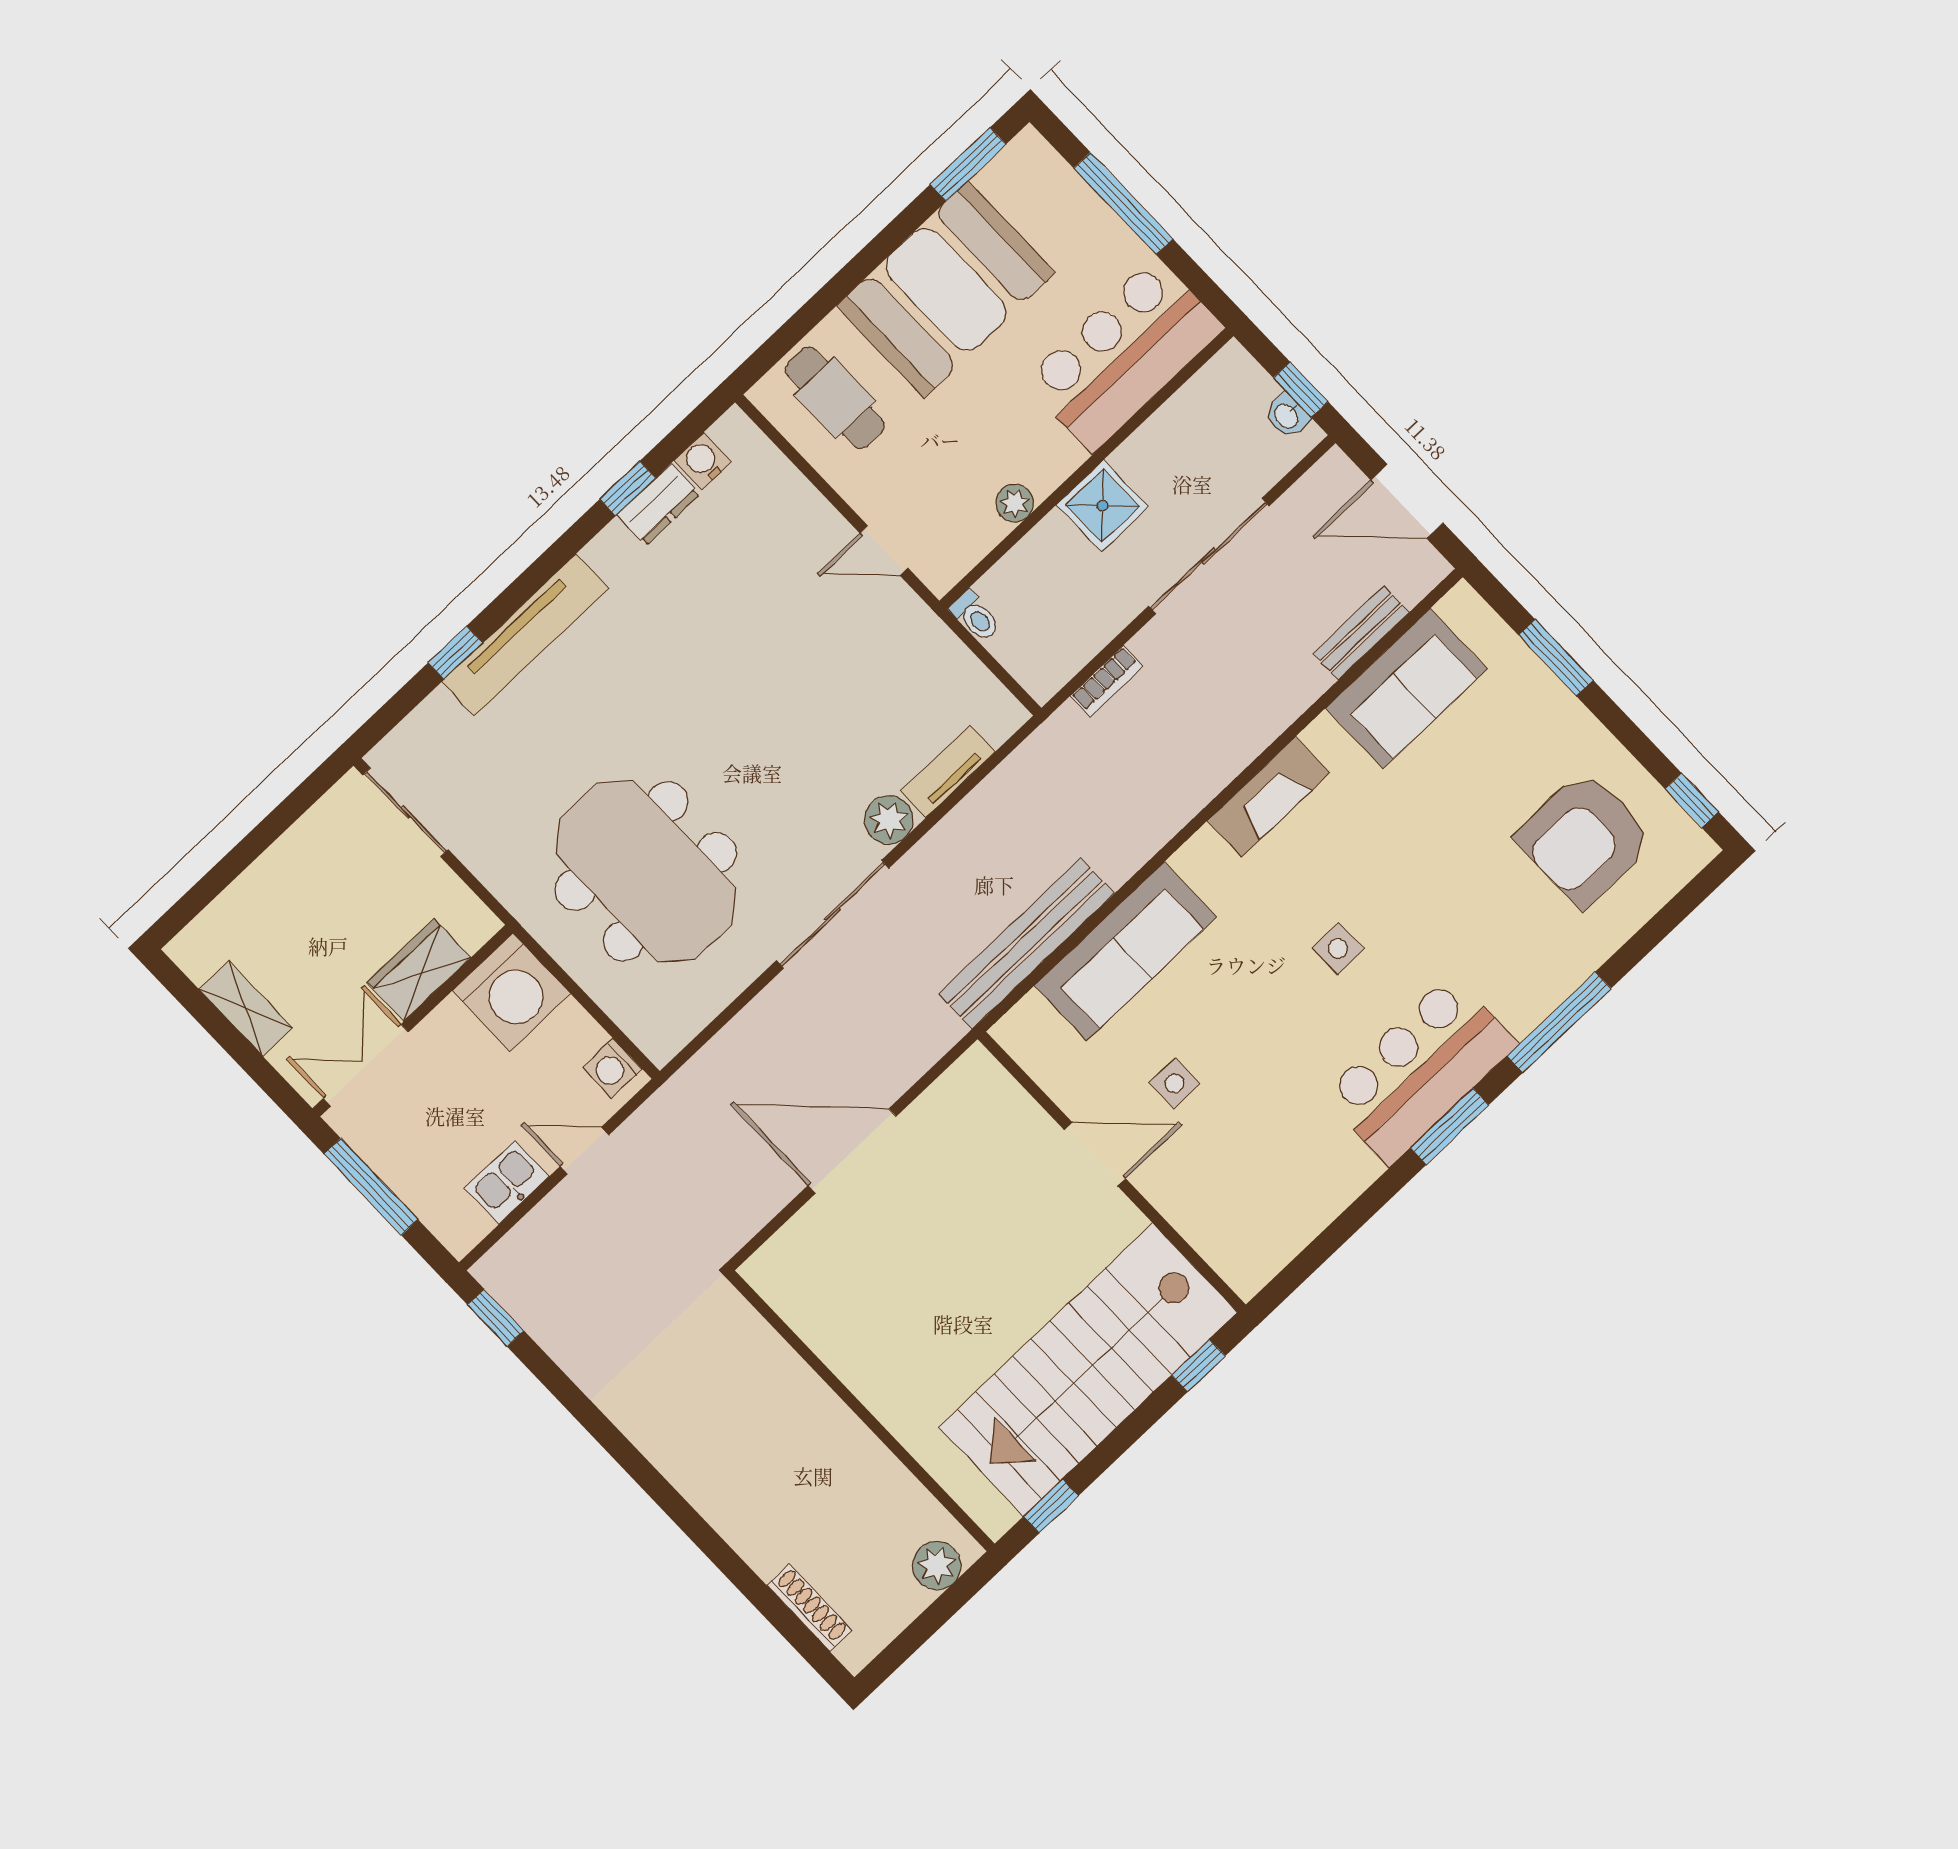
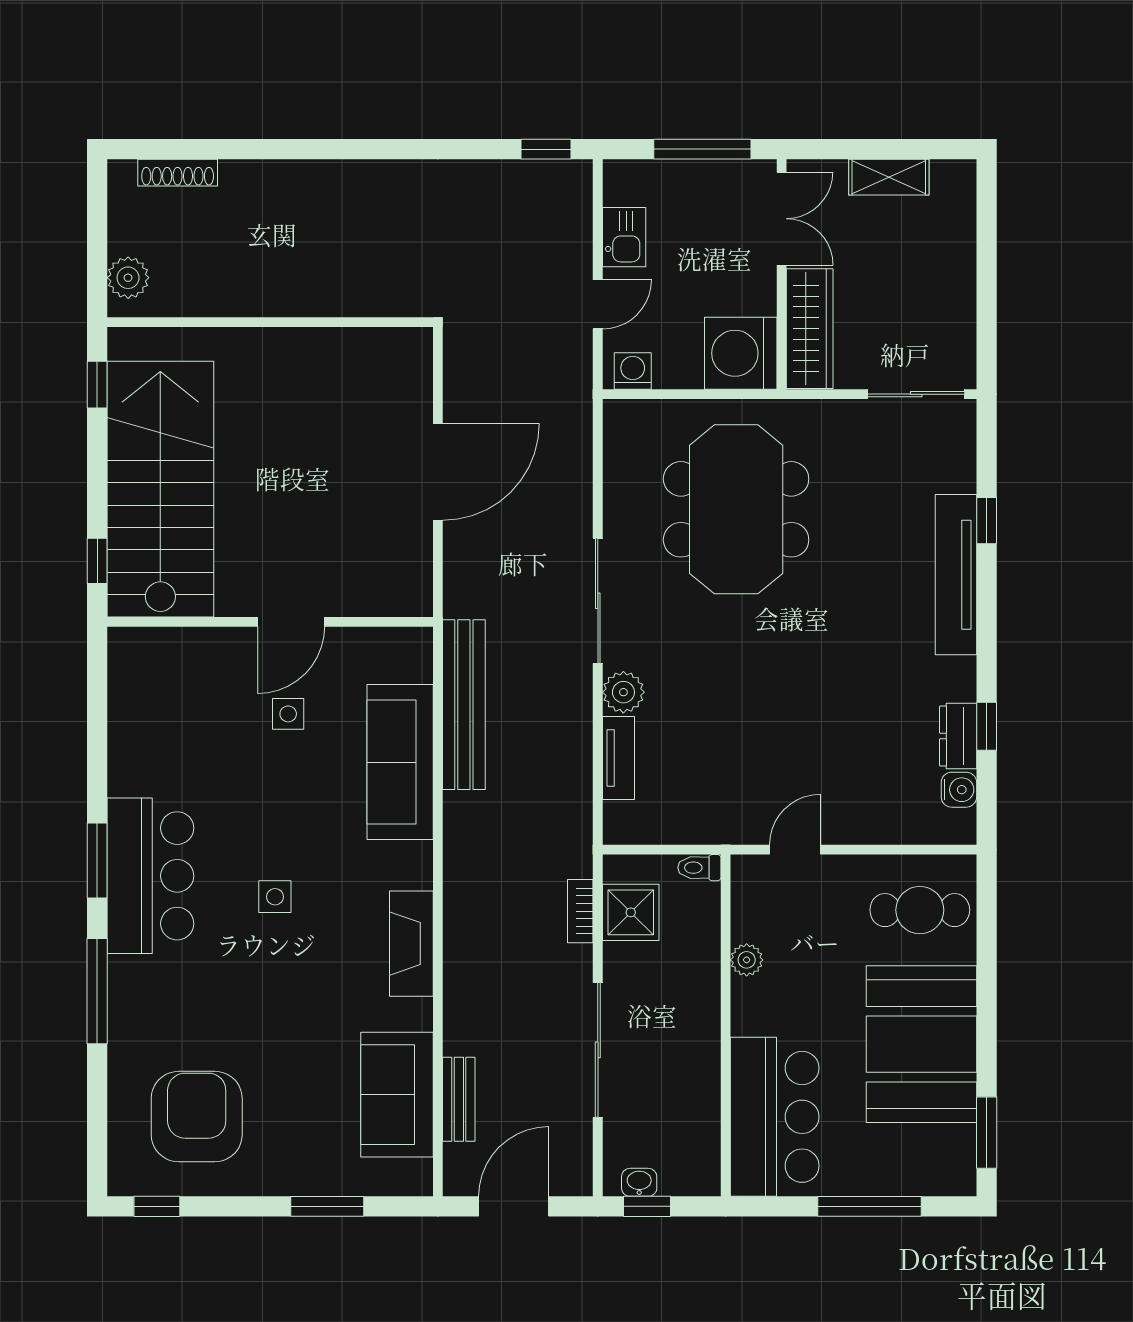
shower: (1103, 506) -> (631, 912), moved
meeting table: (646, 871) -> (736, 509), turned 90
wardrobe: (419, 970) -> (810, 329), width x1.50

